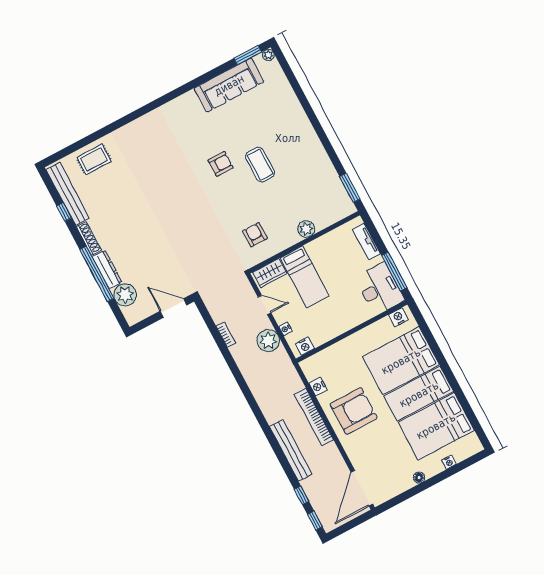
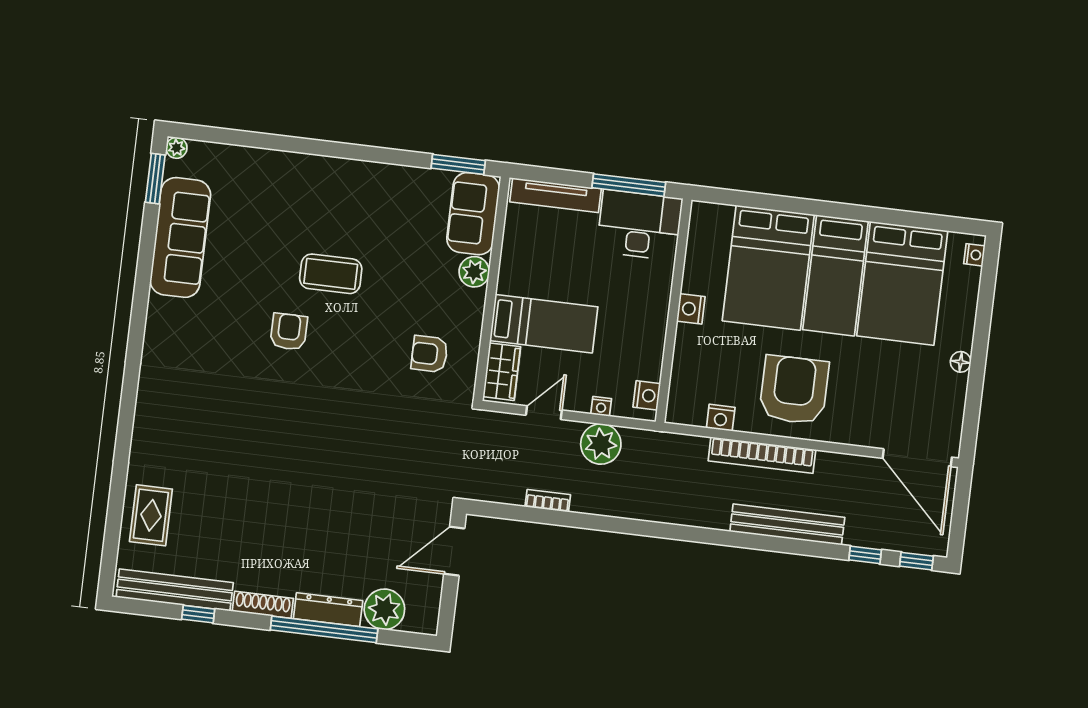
sofa: (332, 210) -> (473, 214), added
tv unit: (366, 242) -> (555, 195), width x1.41
nightstand: (398, 317) -> (691, 309), moved
nightstand: (449, 462) -> (974, 255), moved

